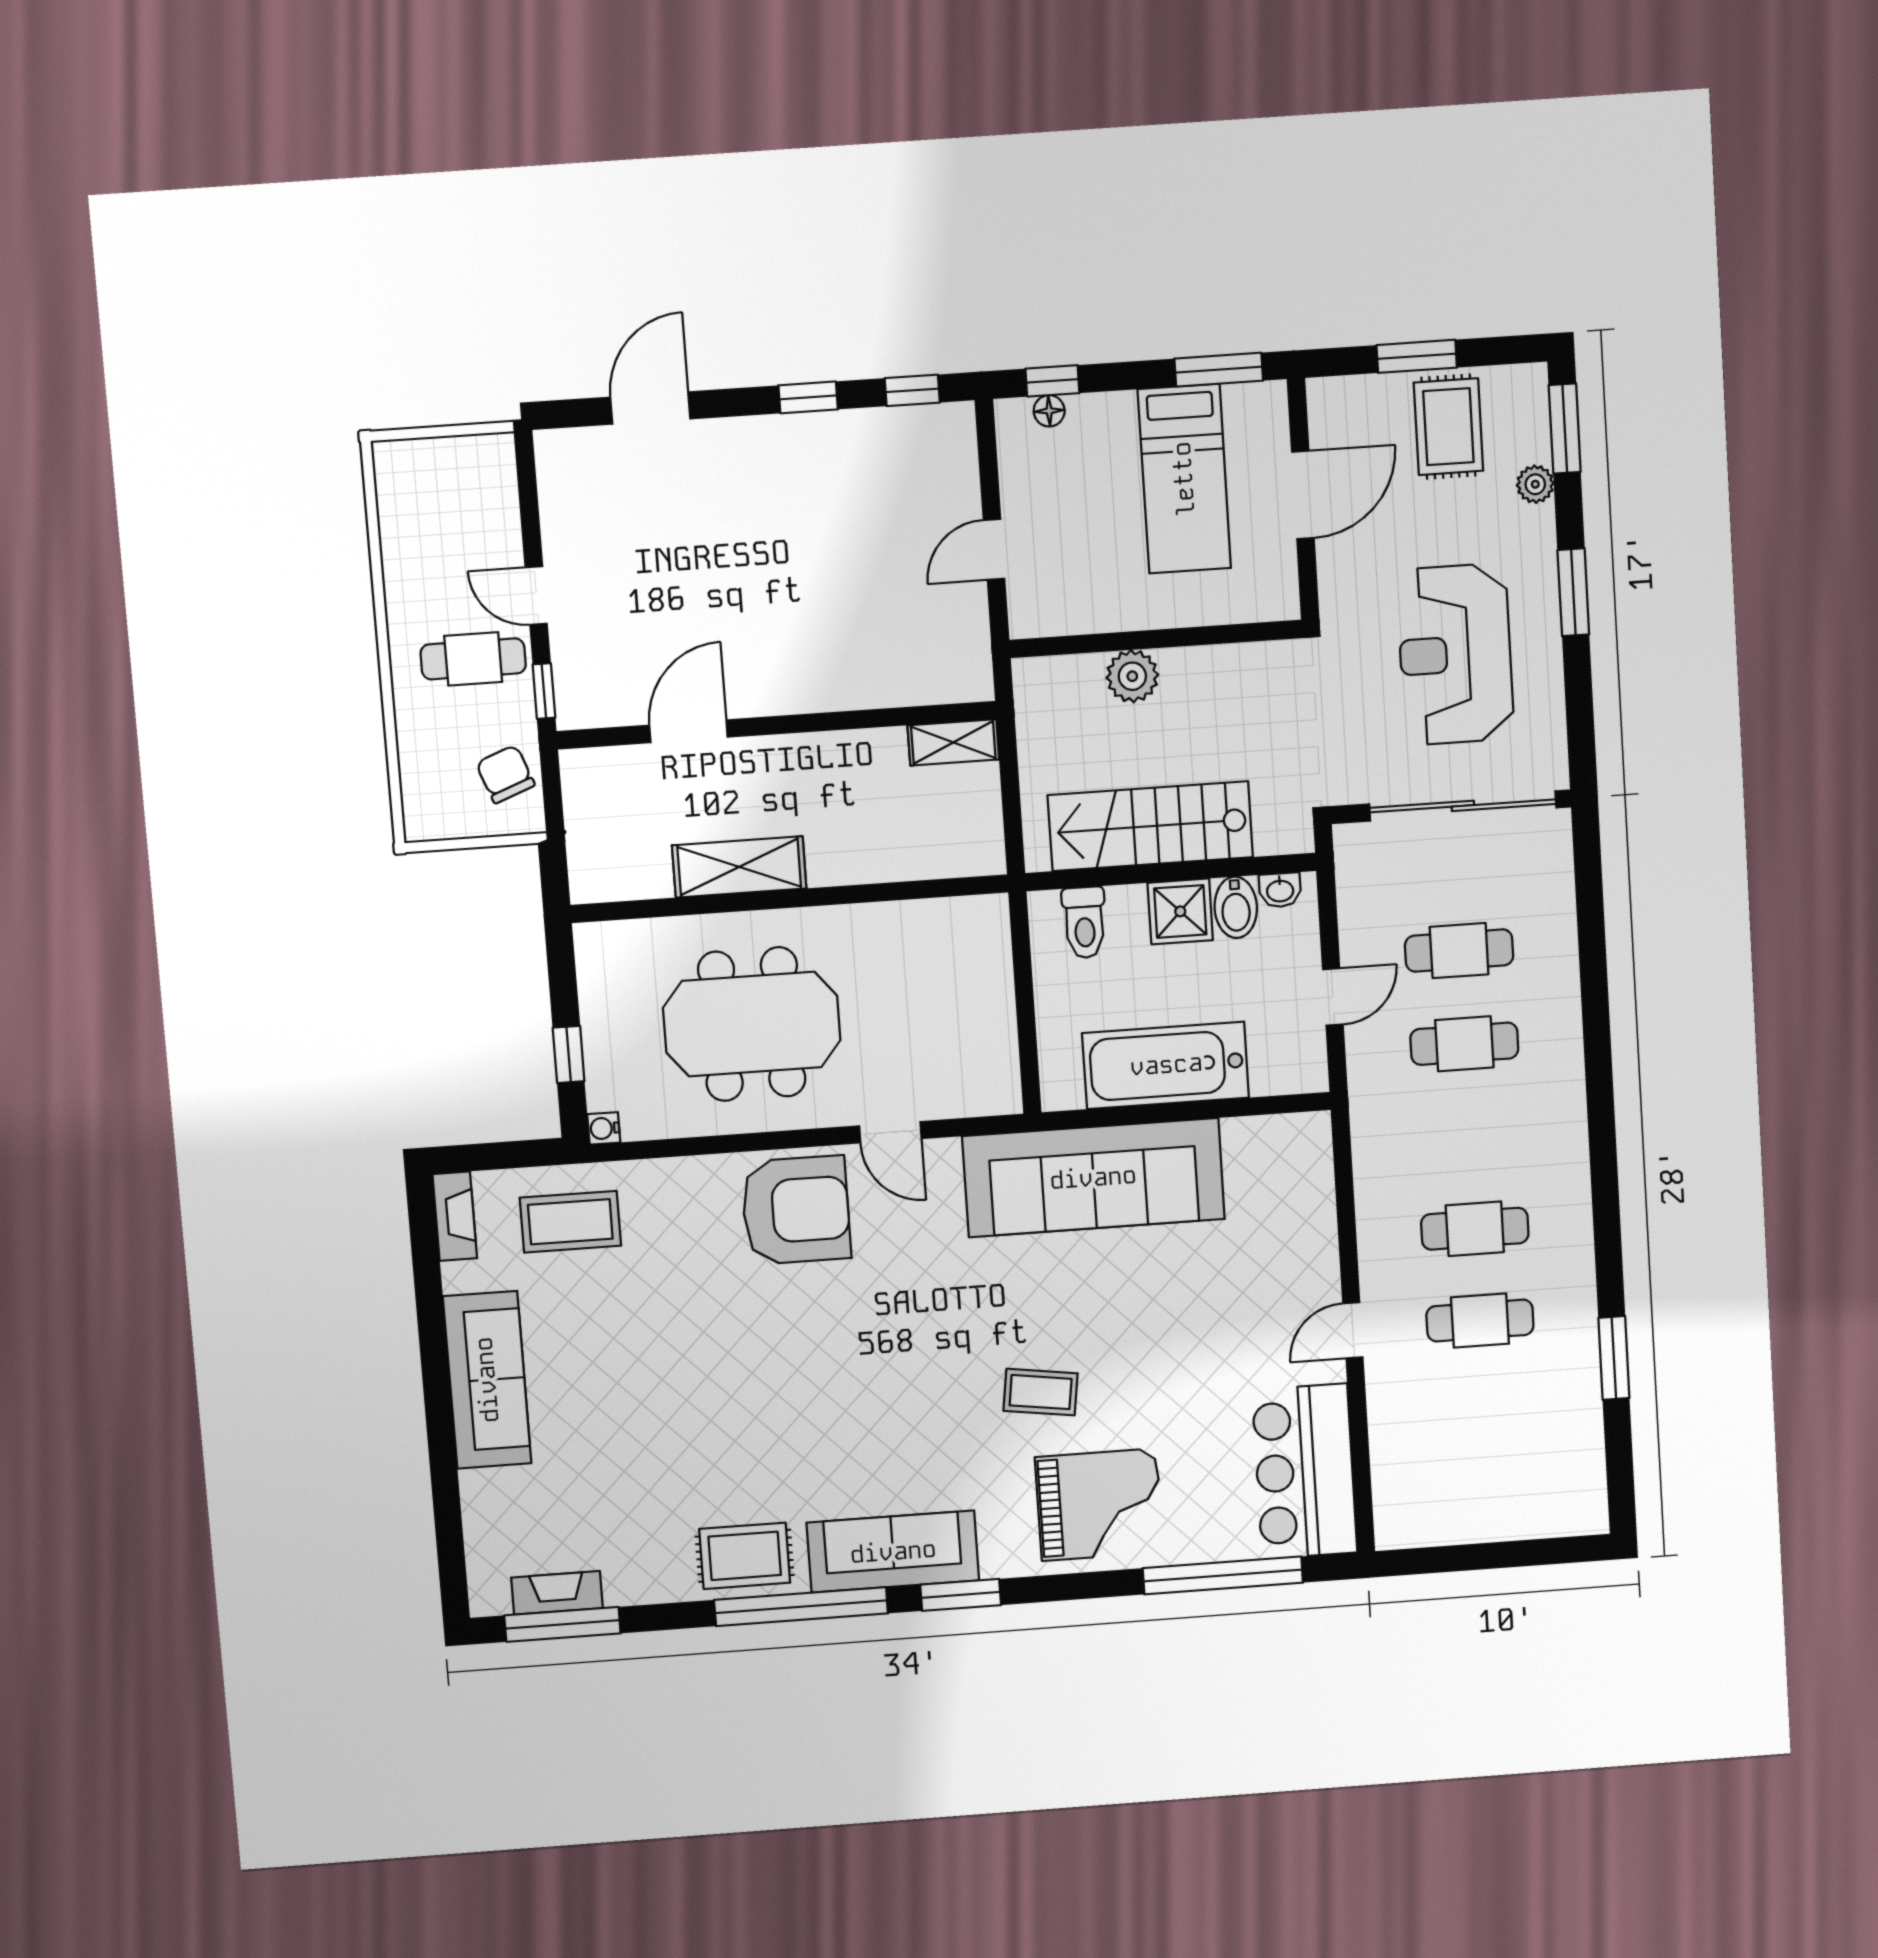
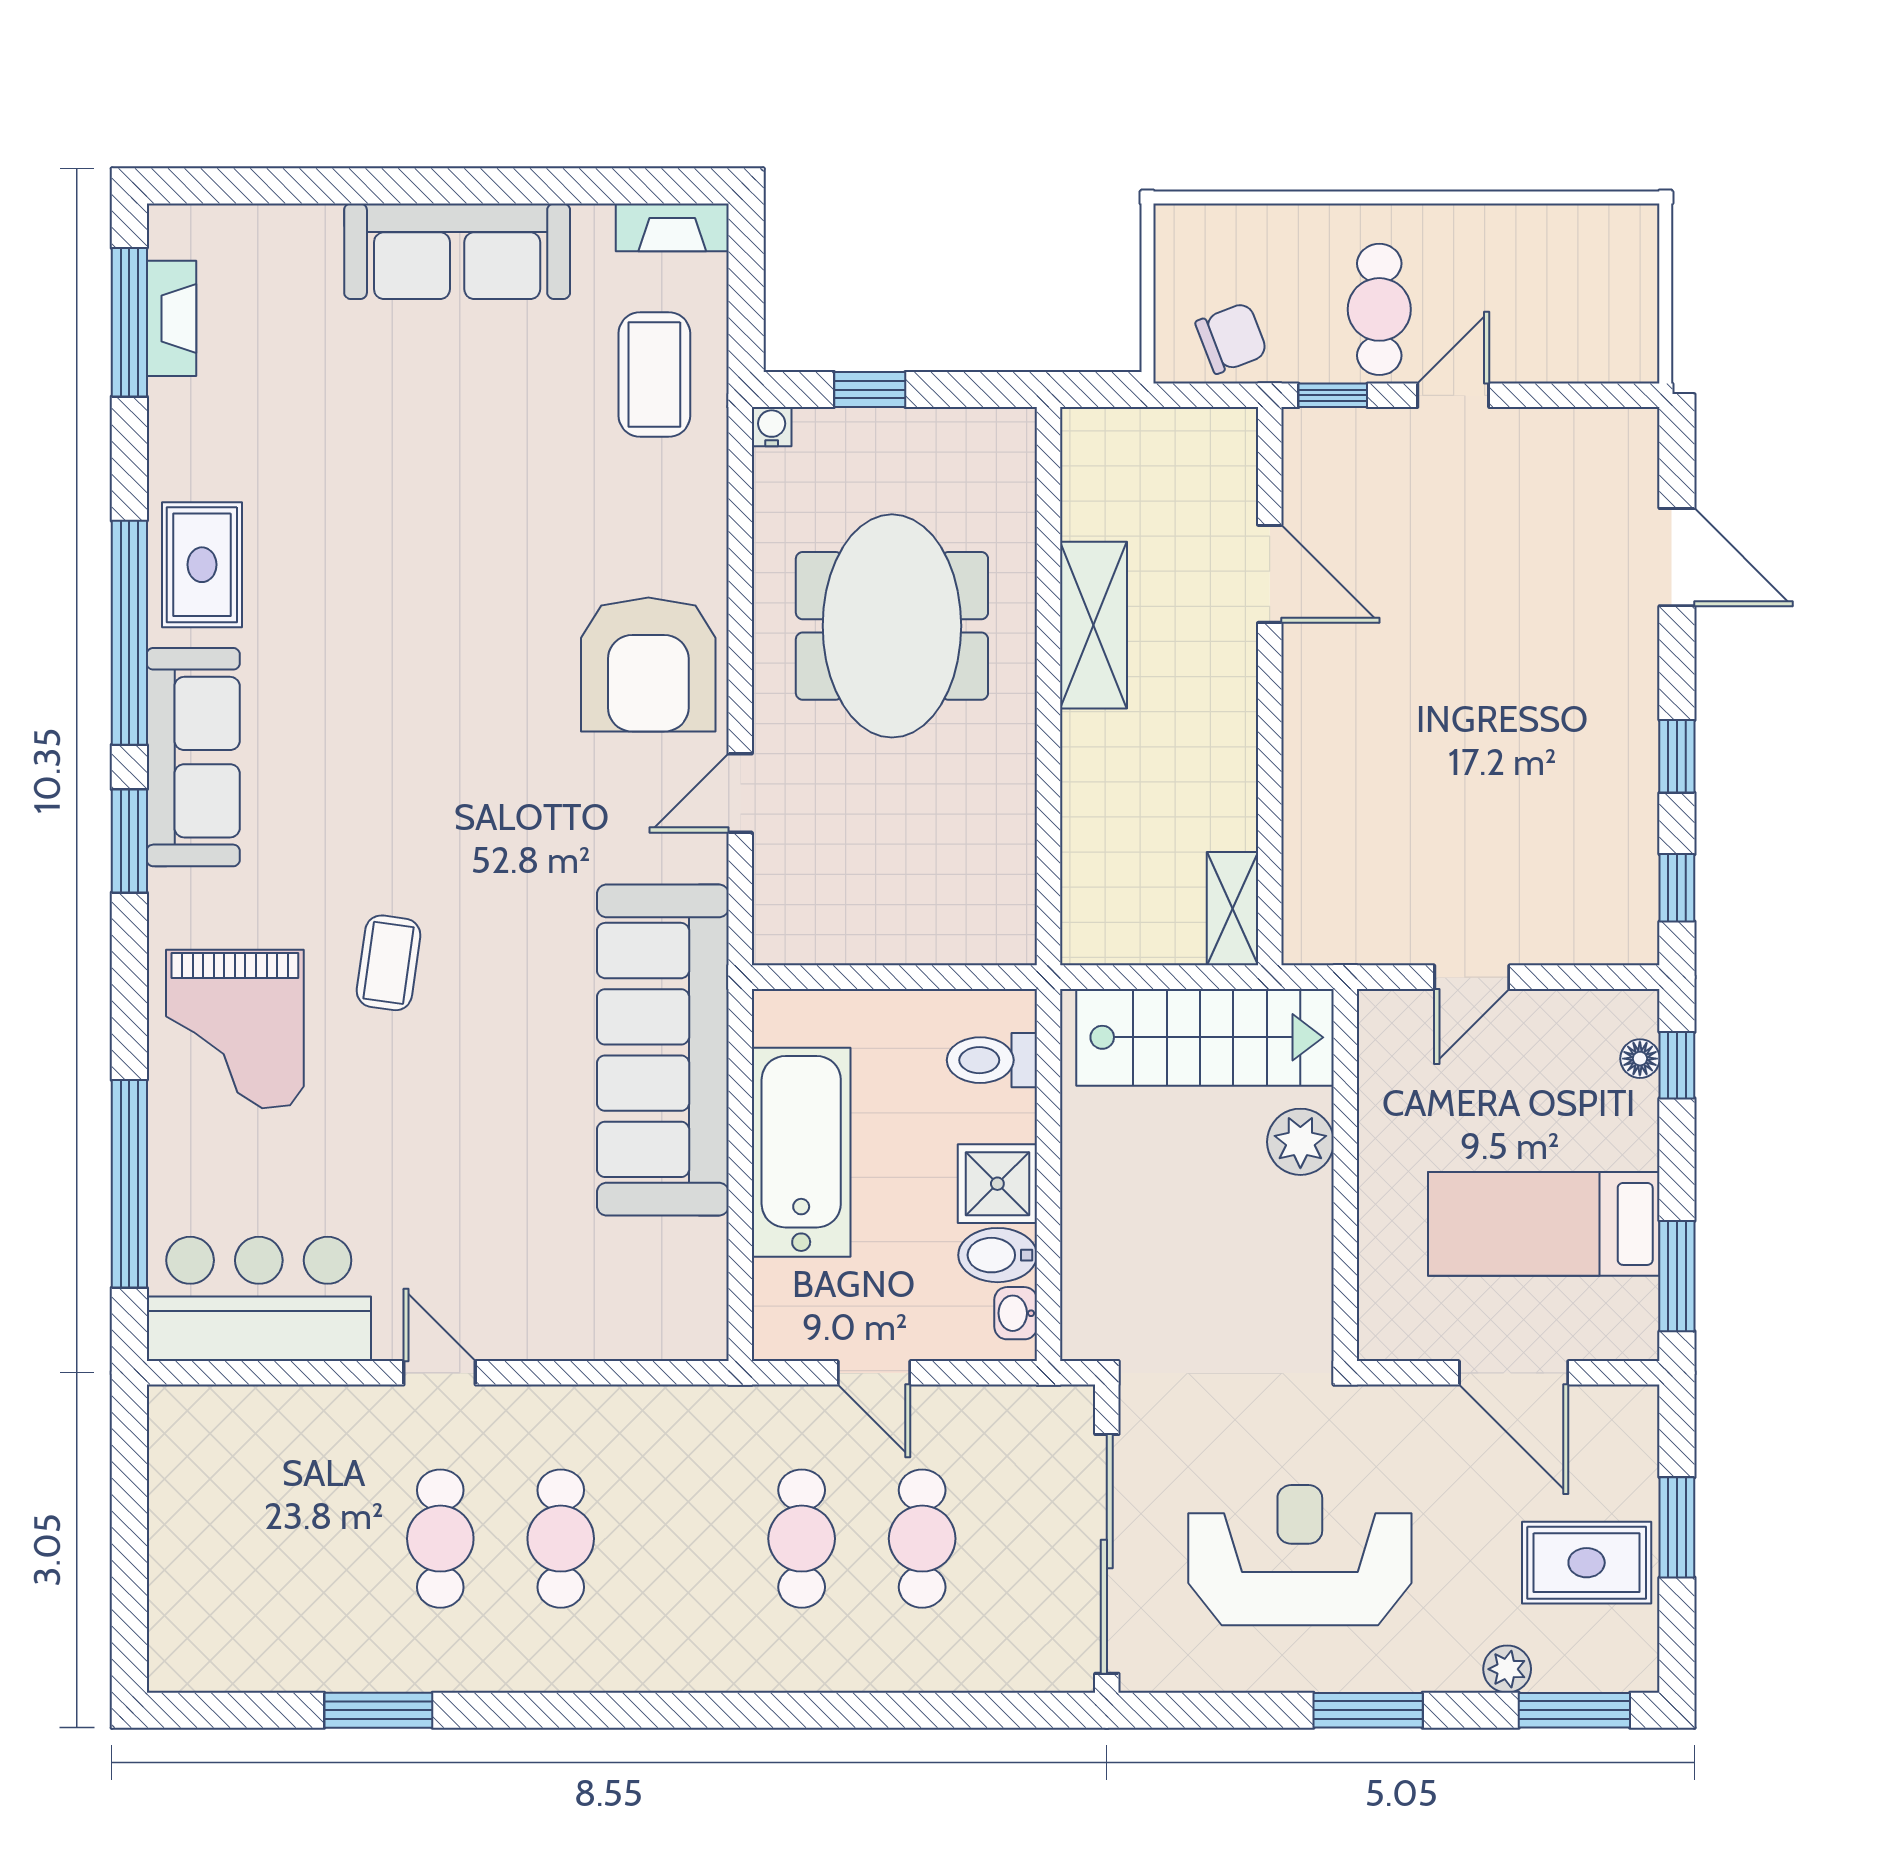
door: (994, 549) -> (1472, 977), swing flipped
stairs: (1150, 826) -> (1205, 1037), moved, turned 90

